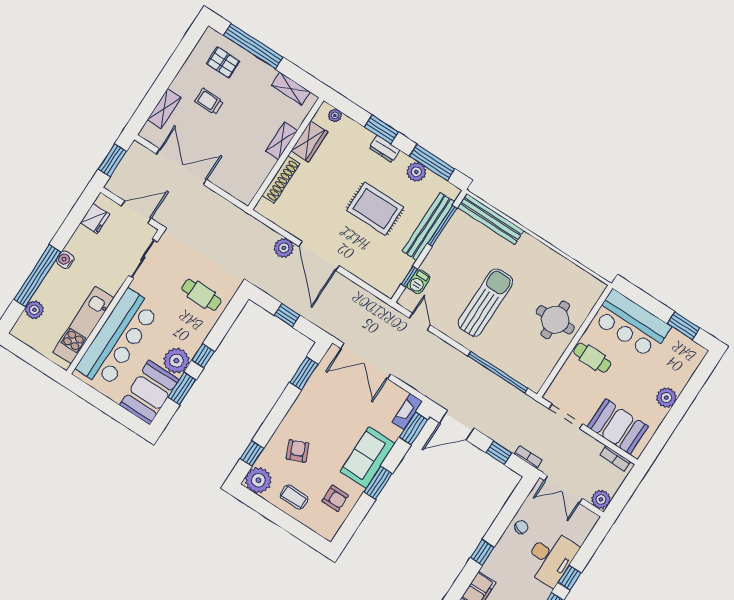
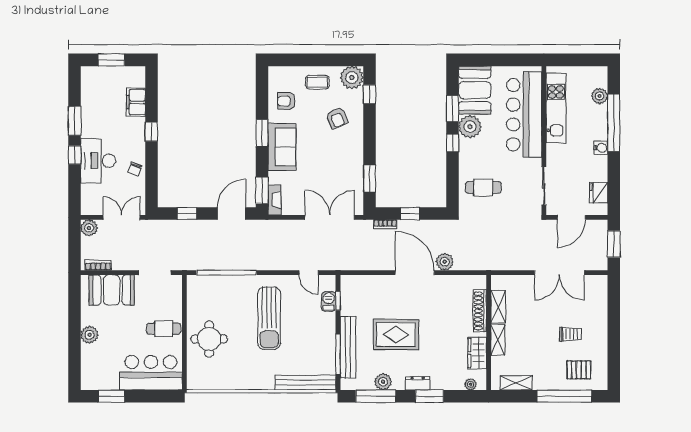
shelving: (164, 109) -> (498, 307), moved
bookcase: (528, 457) -> (385, 224), moved

